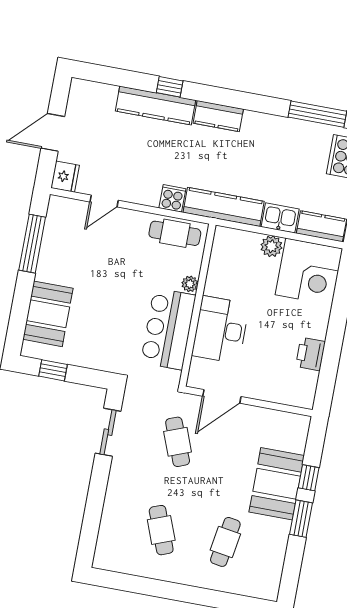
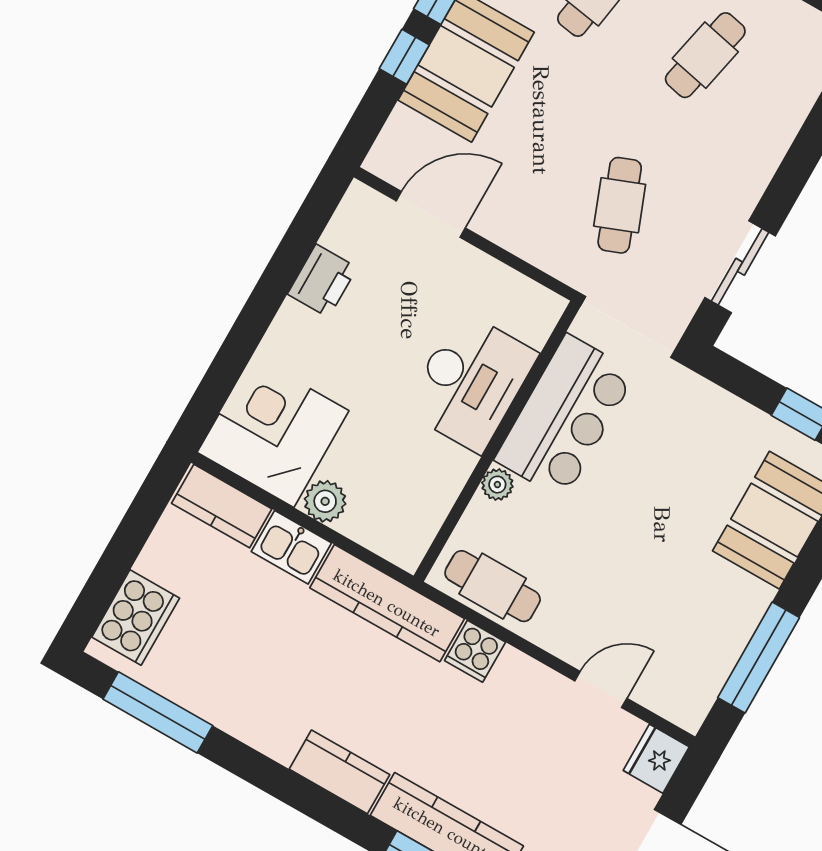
door: (222, 396) -> (431, 214), moved
cafe table: (161, 530) -> (705, 55), turned 33

